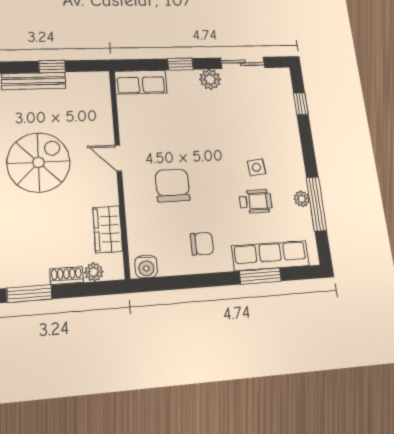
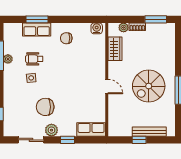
chair: (172, 185) -> (45, 107), moved, turned 90
row of seats: (270, 256) -> (37, 29), width x0.68

